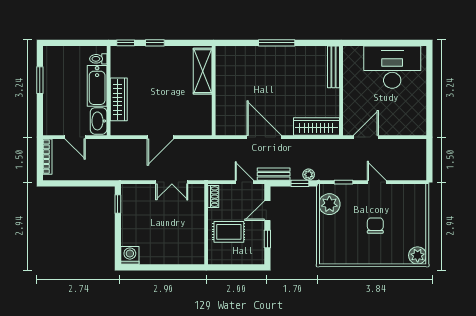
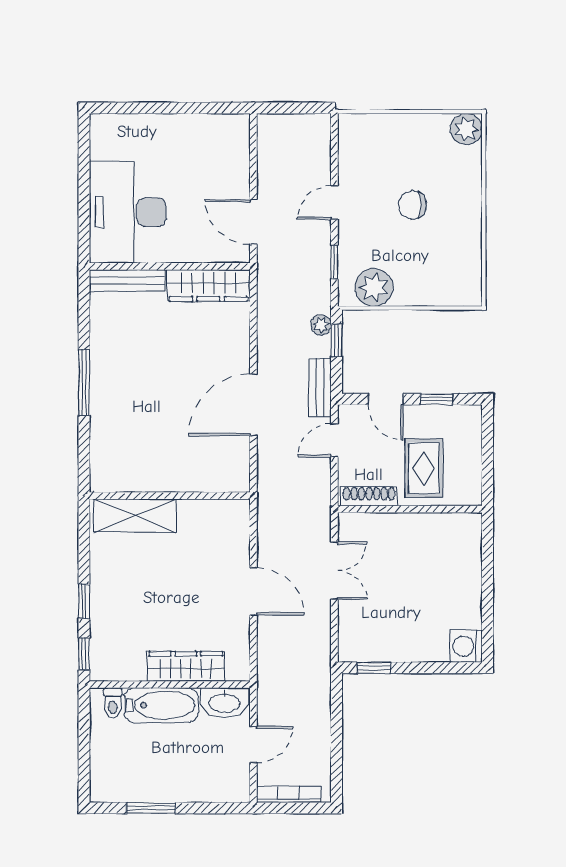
desk: (392, 67) -> (128, 212), moved
wardrobe: (316, 126) -> (208, 286), moved, turned -90
shoe rack: (213, 197) -> (369, 496), width x1.43

